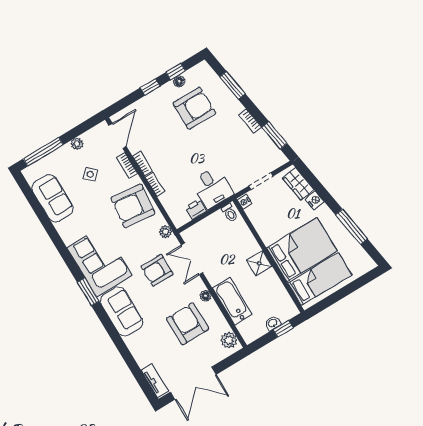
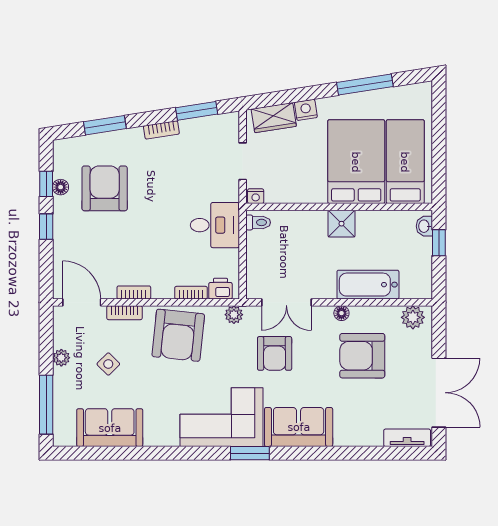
bookcase: (155, 184) -> (191, 293), moved
printer: (196, 209) -> (220, 289), moved, turned 90
washbasin: (273, 323) -> (424, 226), moved

